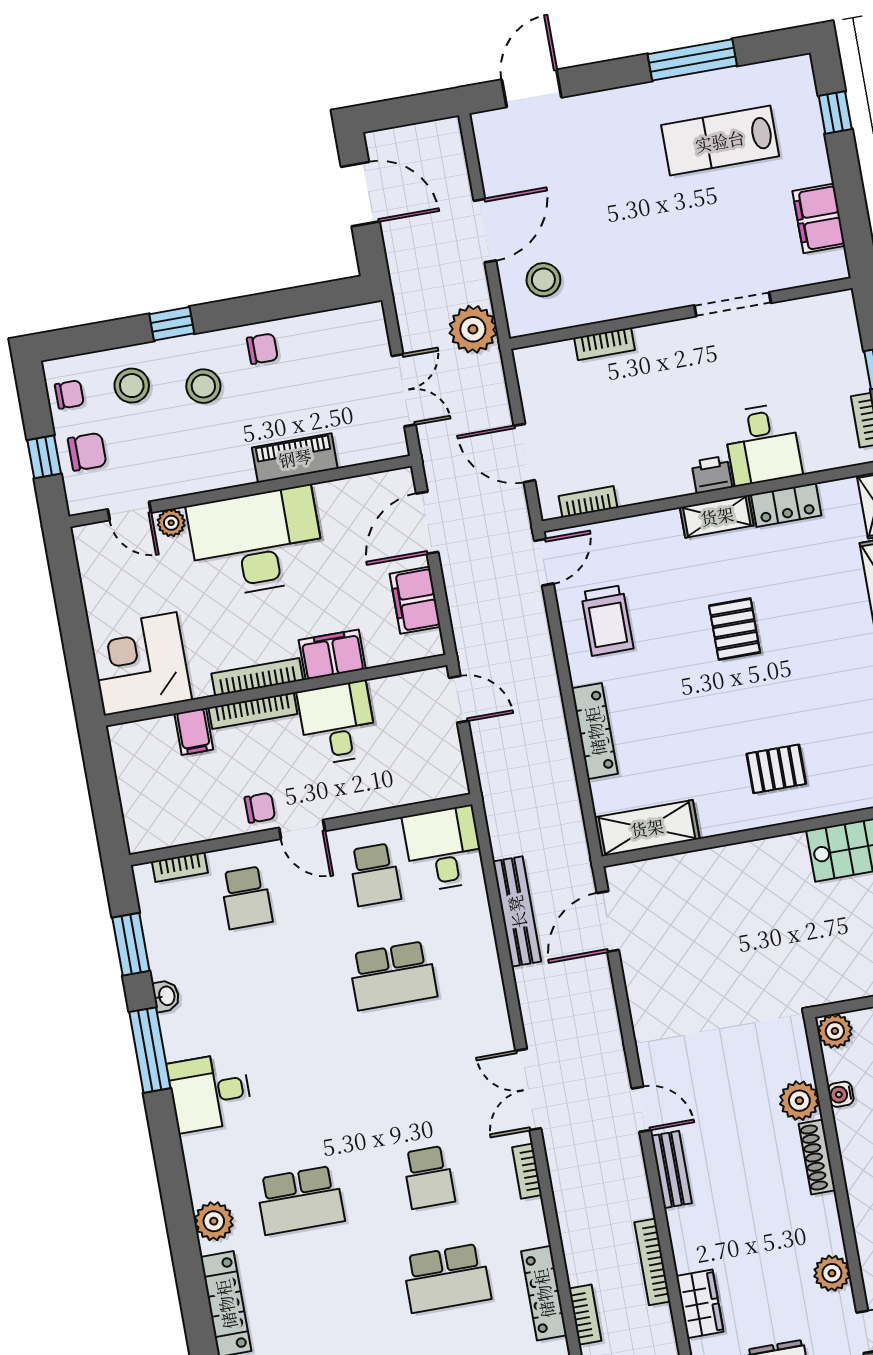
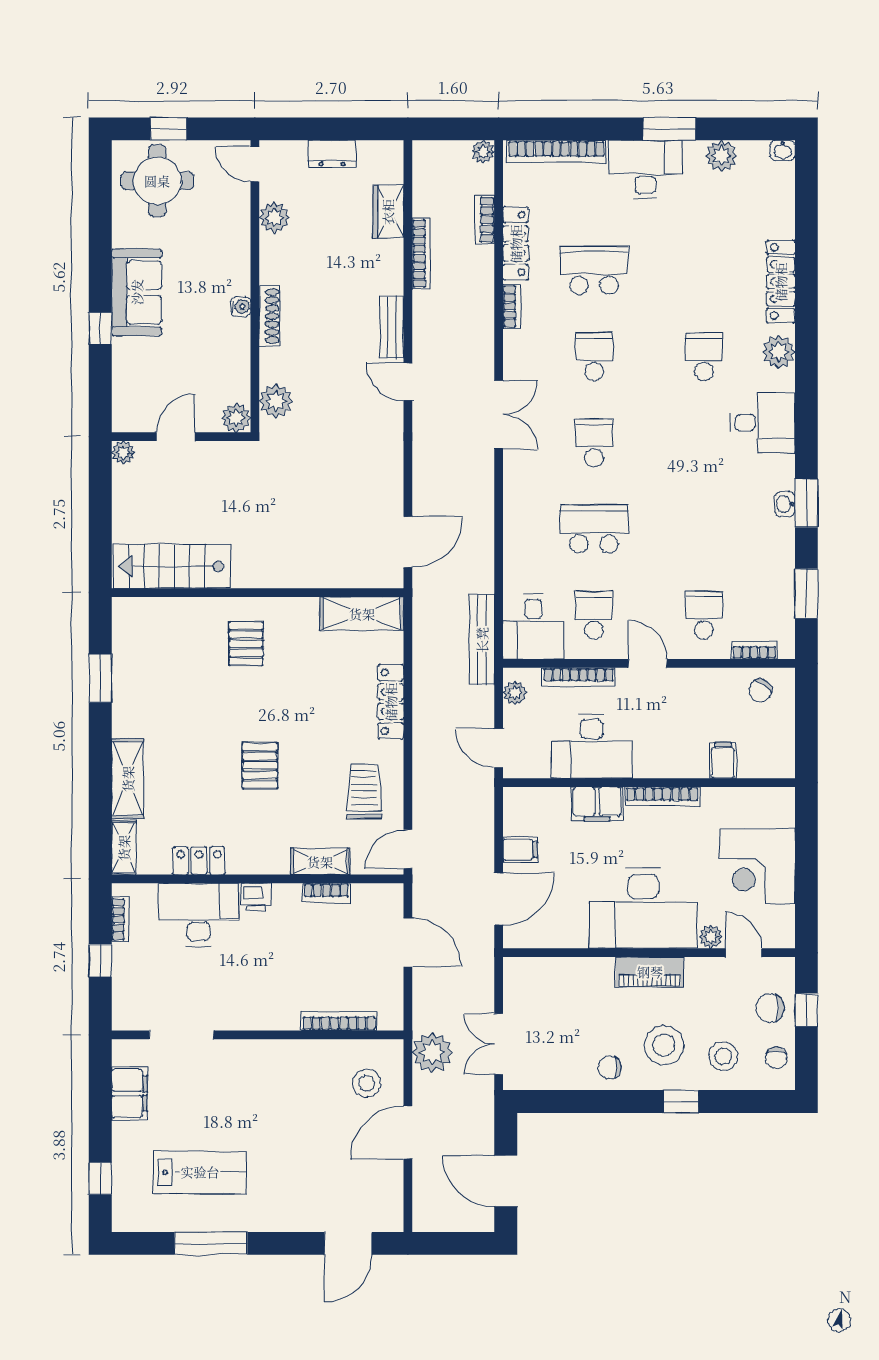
doorway: (733, 304) -> (181, 1035), moved
bookcase: (604, 344) -> (339, 1021), width x1.56
stool: (203, 386) -> (664, 1045), width x1.38, depth x1.38
double door: (404, 390) -> (499, 1044), moved
chair: (69, 395) -> (776, 1058), turned -90
desk: (762, 444) -> (199, 915), width x1.37
piano: (295, 458) -> (650, 972), moved
bookcase: (588, 502) -> (326, 893), moved
shelving: (717, 516) -> (320, 862), moved
filing cabinet: (415, 600) -> (520, 850), width x0.50
corner desk: (140, 664) -> (757, 866), moved, turned 90
bookcase: (253, 711) -> (579, 677), moved, turned 180
desk: (337, 723) -> (592, 746), width x1.37
plant: (452, 767) -> (515, 693), added
pallet: (776, 769) -> (246, 644), turned 90
chair: (260, 808) -> (760, 691), moved, turned -56
bench: (517, 912) -> (482, 640), moved
washbasin: (166, 996) -> (785, 504), moved
window: (150, 1050) -> (806, 503), width x0.69
school desk: (411, 1076) -> (594, 443), added
desk: (210, 1092) -> (763, 423), moved
water cooler: (841, 1094) -> (241, 307), moved
plant: (799, 1101) -> (276, 401), moved
bookcase: (527, 1171) -> (512, 306), moved
school desk: (300, 1200) -> (704, 357), width x0.54

